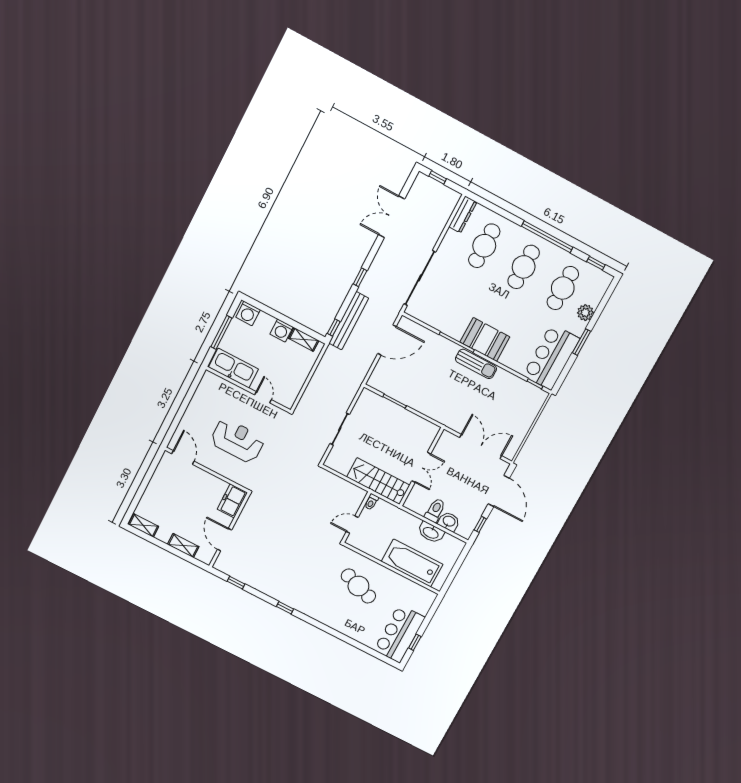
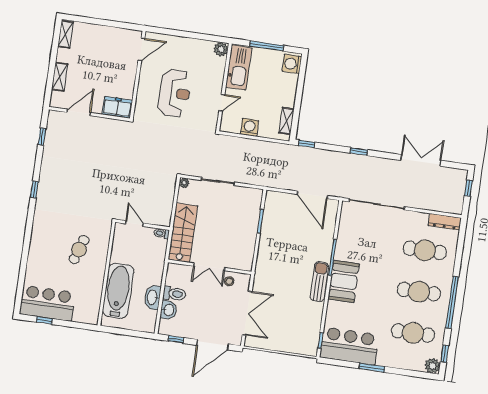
plant: (585, 313) -> (432, 366), moved
bench: (349, 321) -> (317, 155), removed
washing machine: (281, 331) -> (249, 127), moved, turned 90
sun lounger: (476, 364) -> (319, 282), turned 180
plant: (209, 379) -> (221, 49), added
stool: (443, 453) -> (229, 281), added
plant: (330, 462) -> (184, 183), added
cafe table: (358, 586) -> (79, 250), width x0.73, depth x0.74

